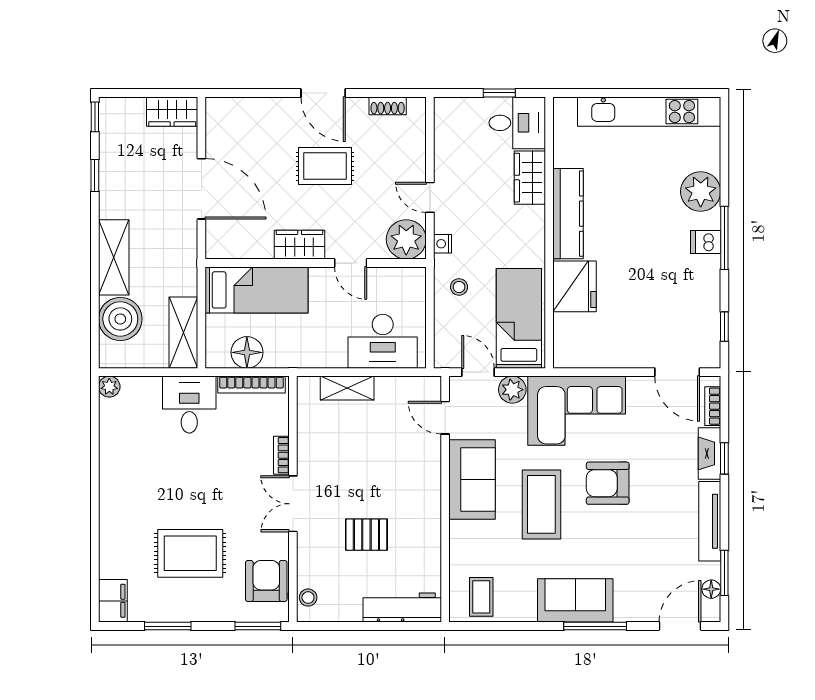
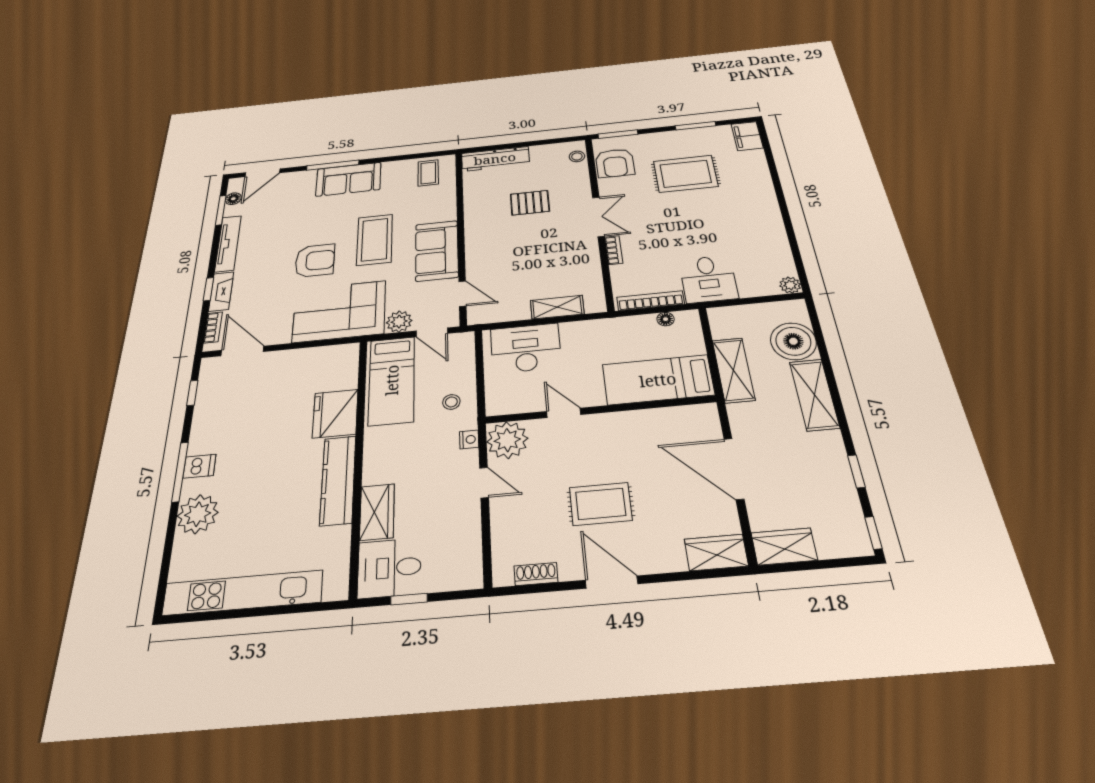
wardrobe: (300, 245) -> (716, 552), moved, turned 180
shelving: (183, 333) -> (733, 370), moved
floor lamp: (247, 352) -> (666, 319), width x0.53, depth x0.53

